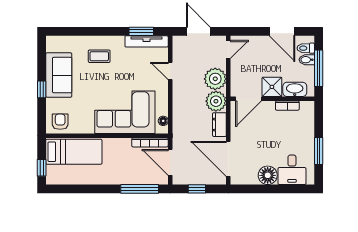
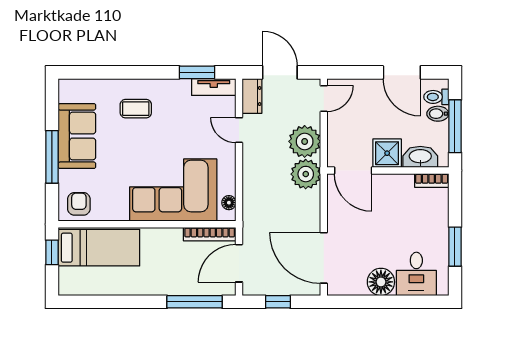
tv unit: (147, 41) -> (214, 87), width x0.71
window: (42, 89) -> (52, 157), width x2.17
door: (249, 99) -> (353, 171), hinge flipped
bookcase: (287, 106) -> (432, 180), moved
dresser: (219, 125) -> (252, 96), moved, turned 180
door: (170, 162) -> (239, 263), hinge flipped
window: (42, 168) -> (52, 252), moved

